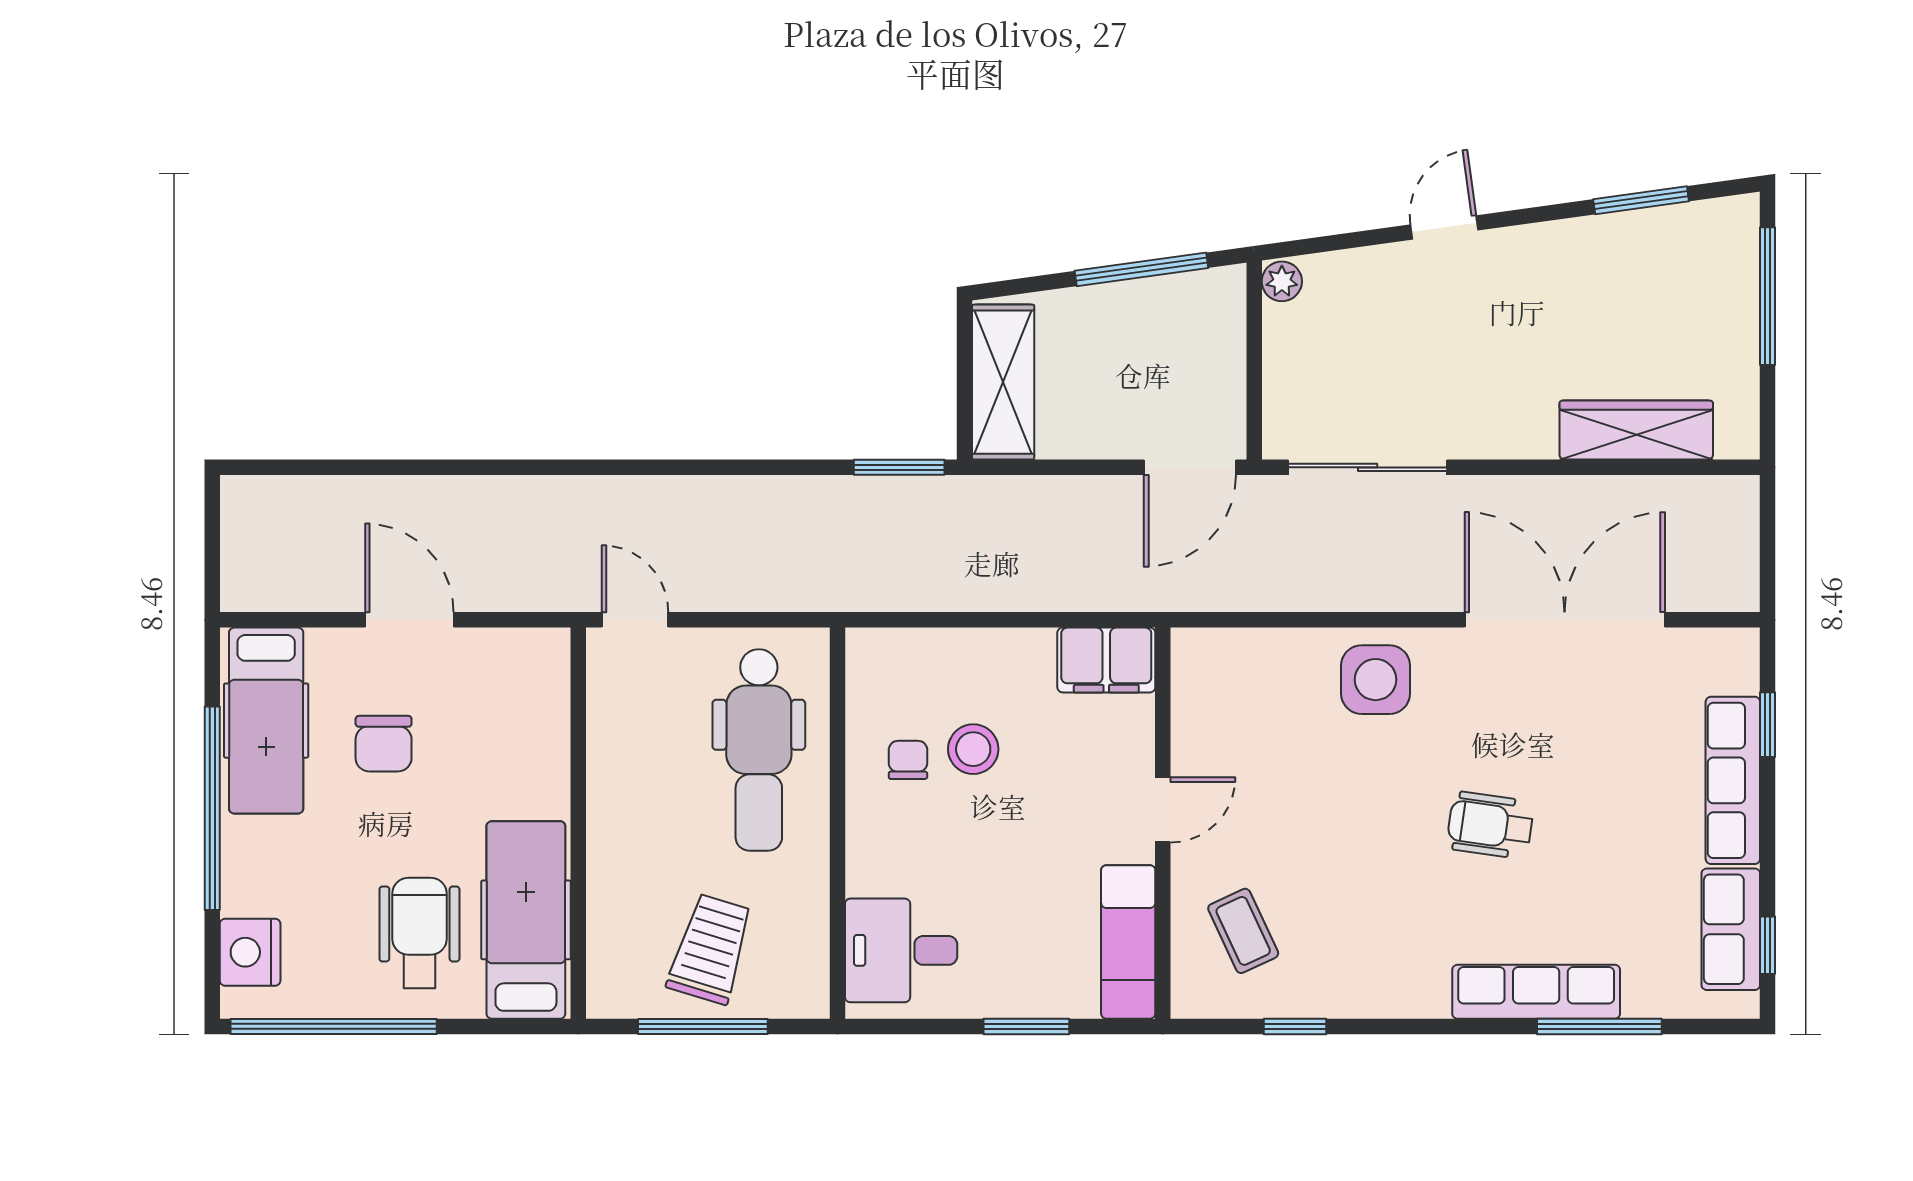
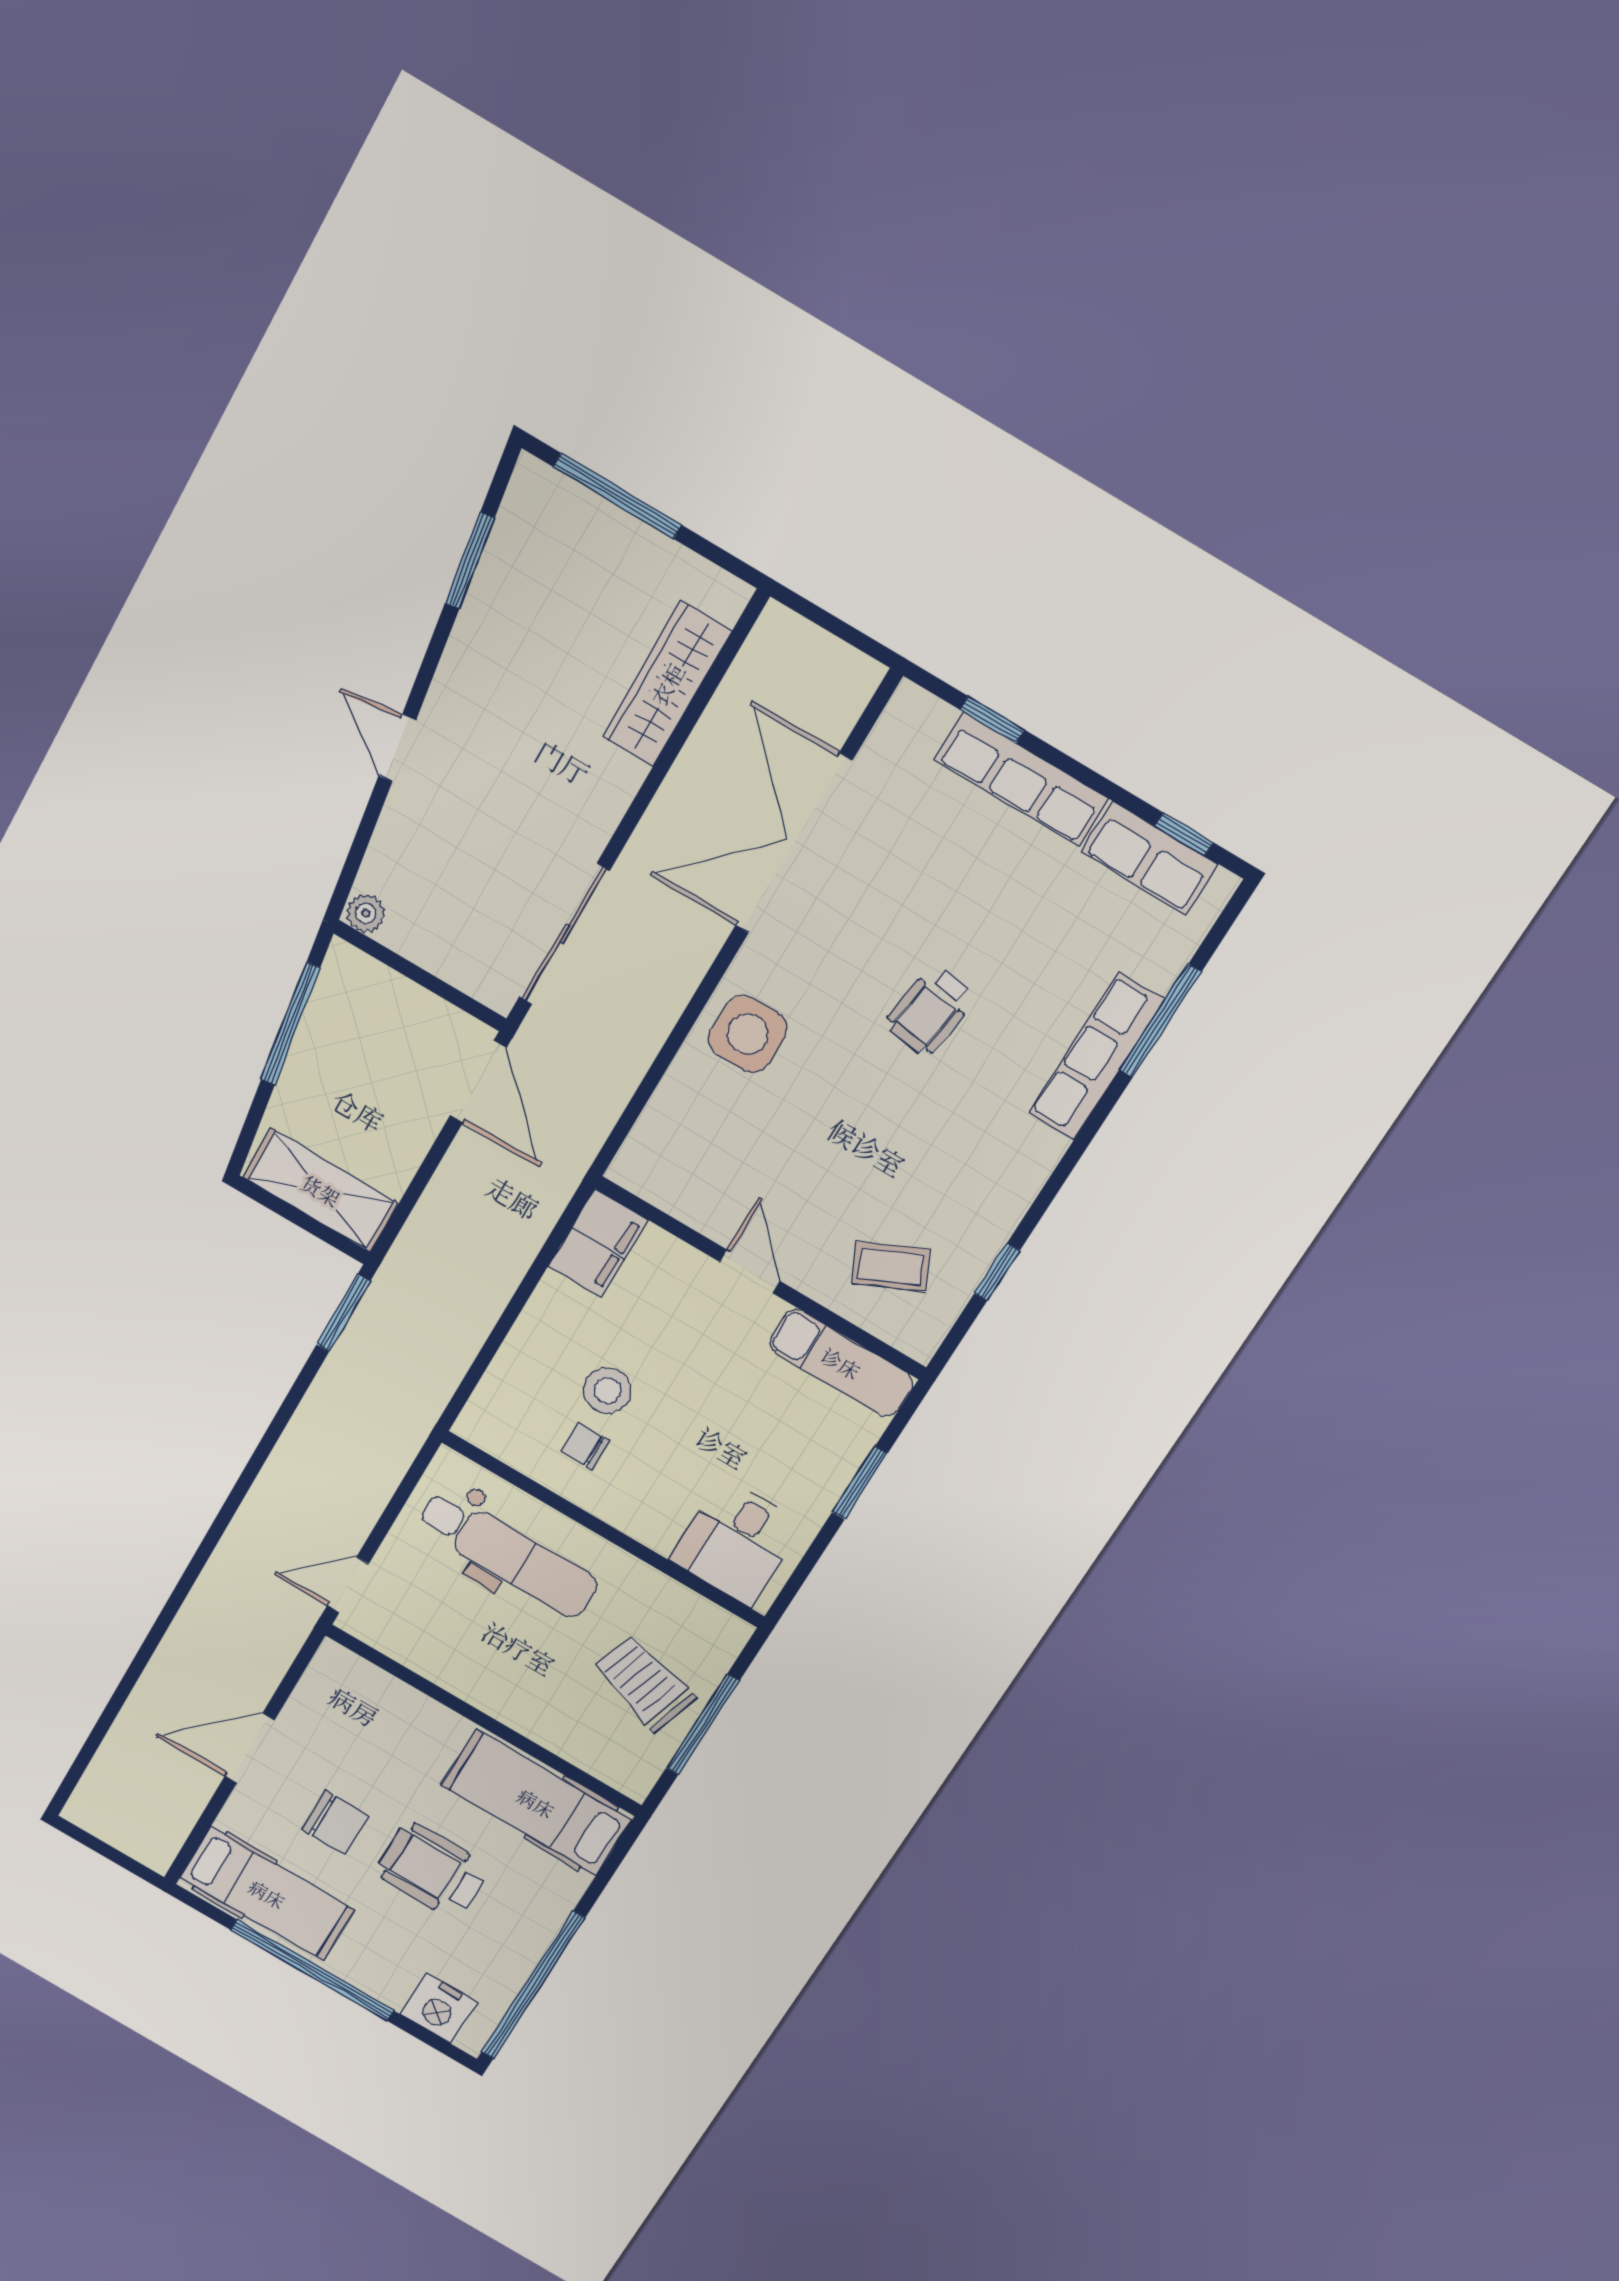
wheelchair: (419, 933) -> (432, 1870), moved

